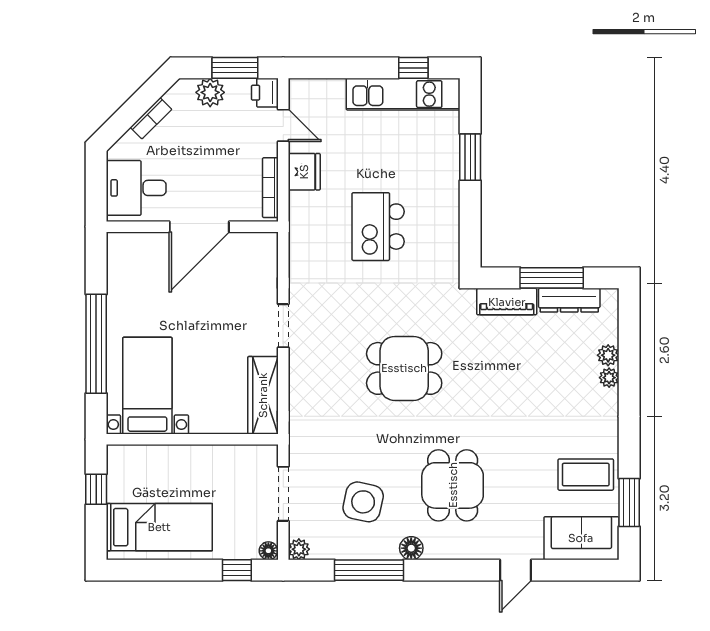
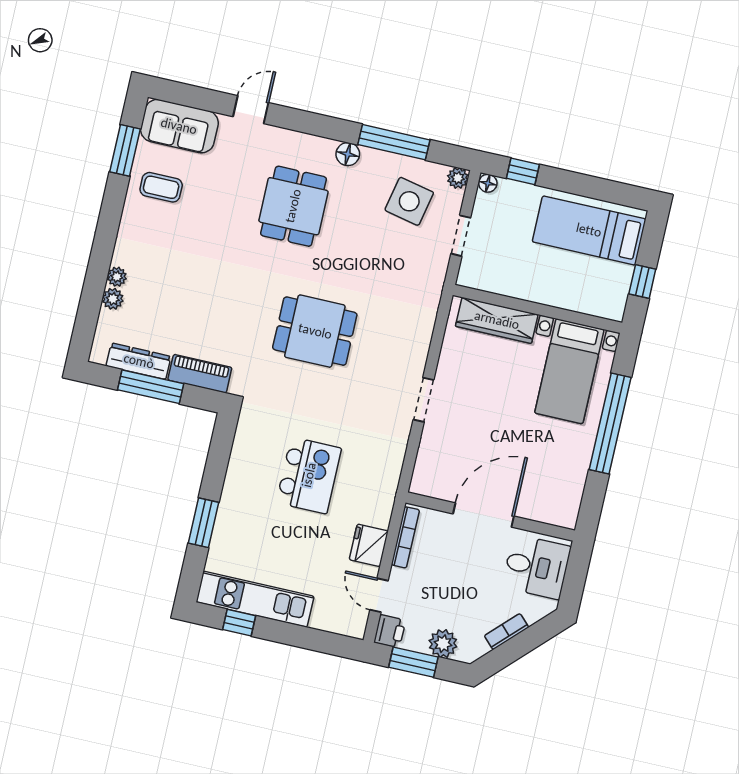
wardrobe: (263, 395) -> (497, 320), moved, turned 90
coffee table: (586, 475) -> (161, 187), width x0.73, depth x0.77
doorway: (283, 494) -> (461, 236), width x0.73
side table: (363, 502) -> (409, 201), moved

